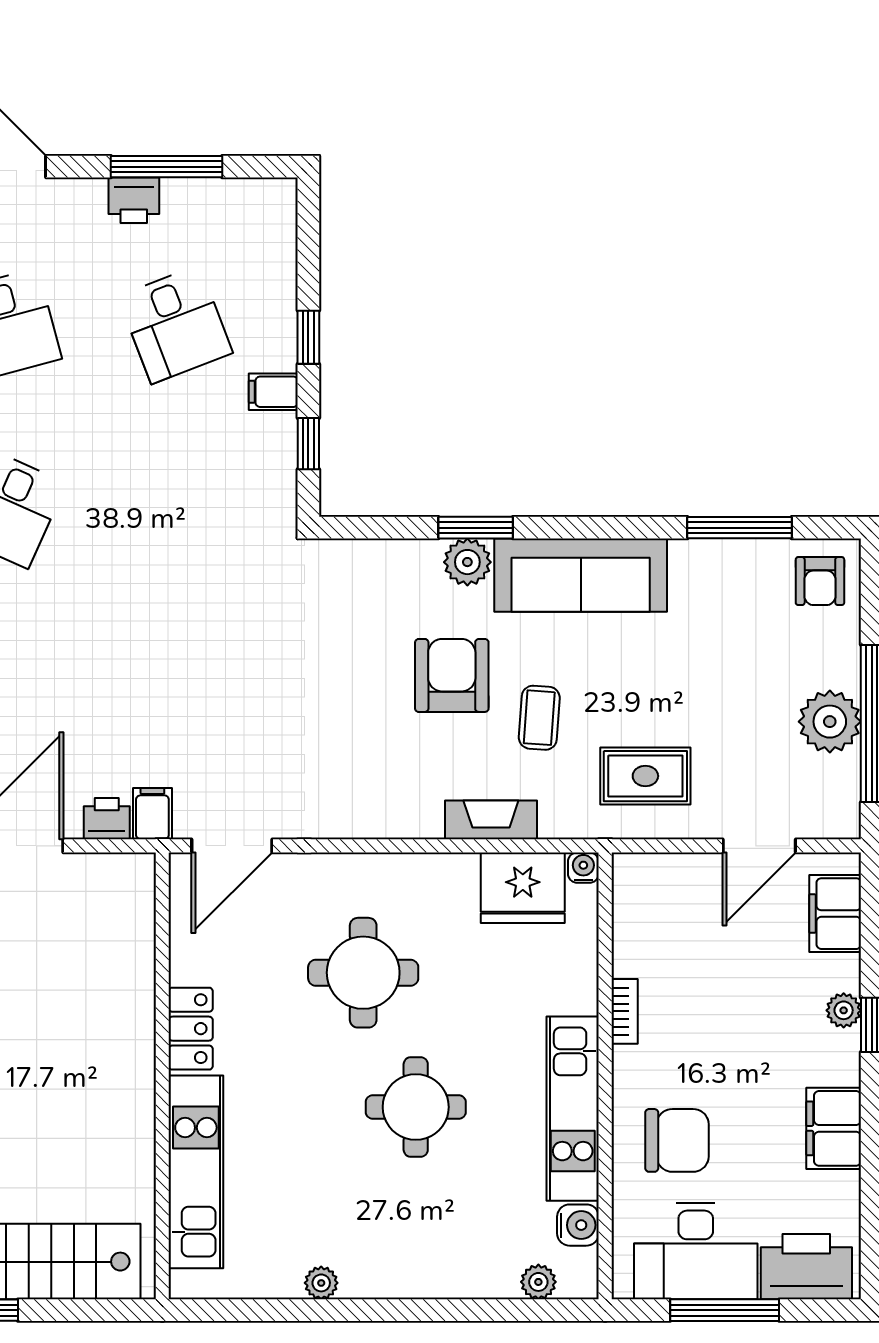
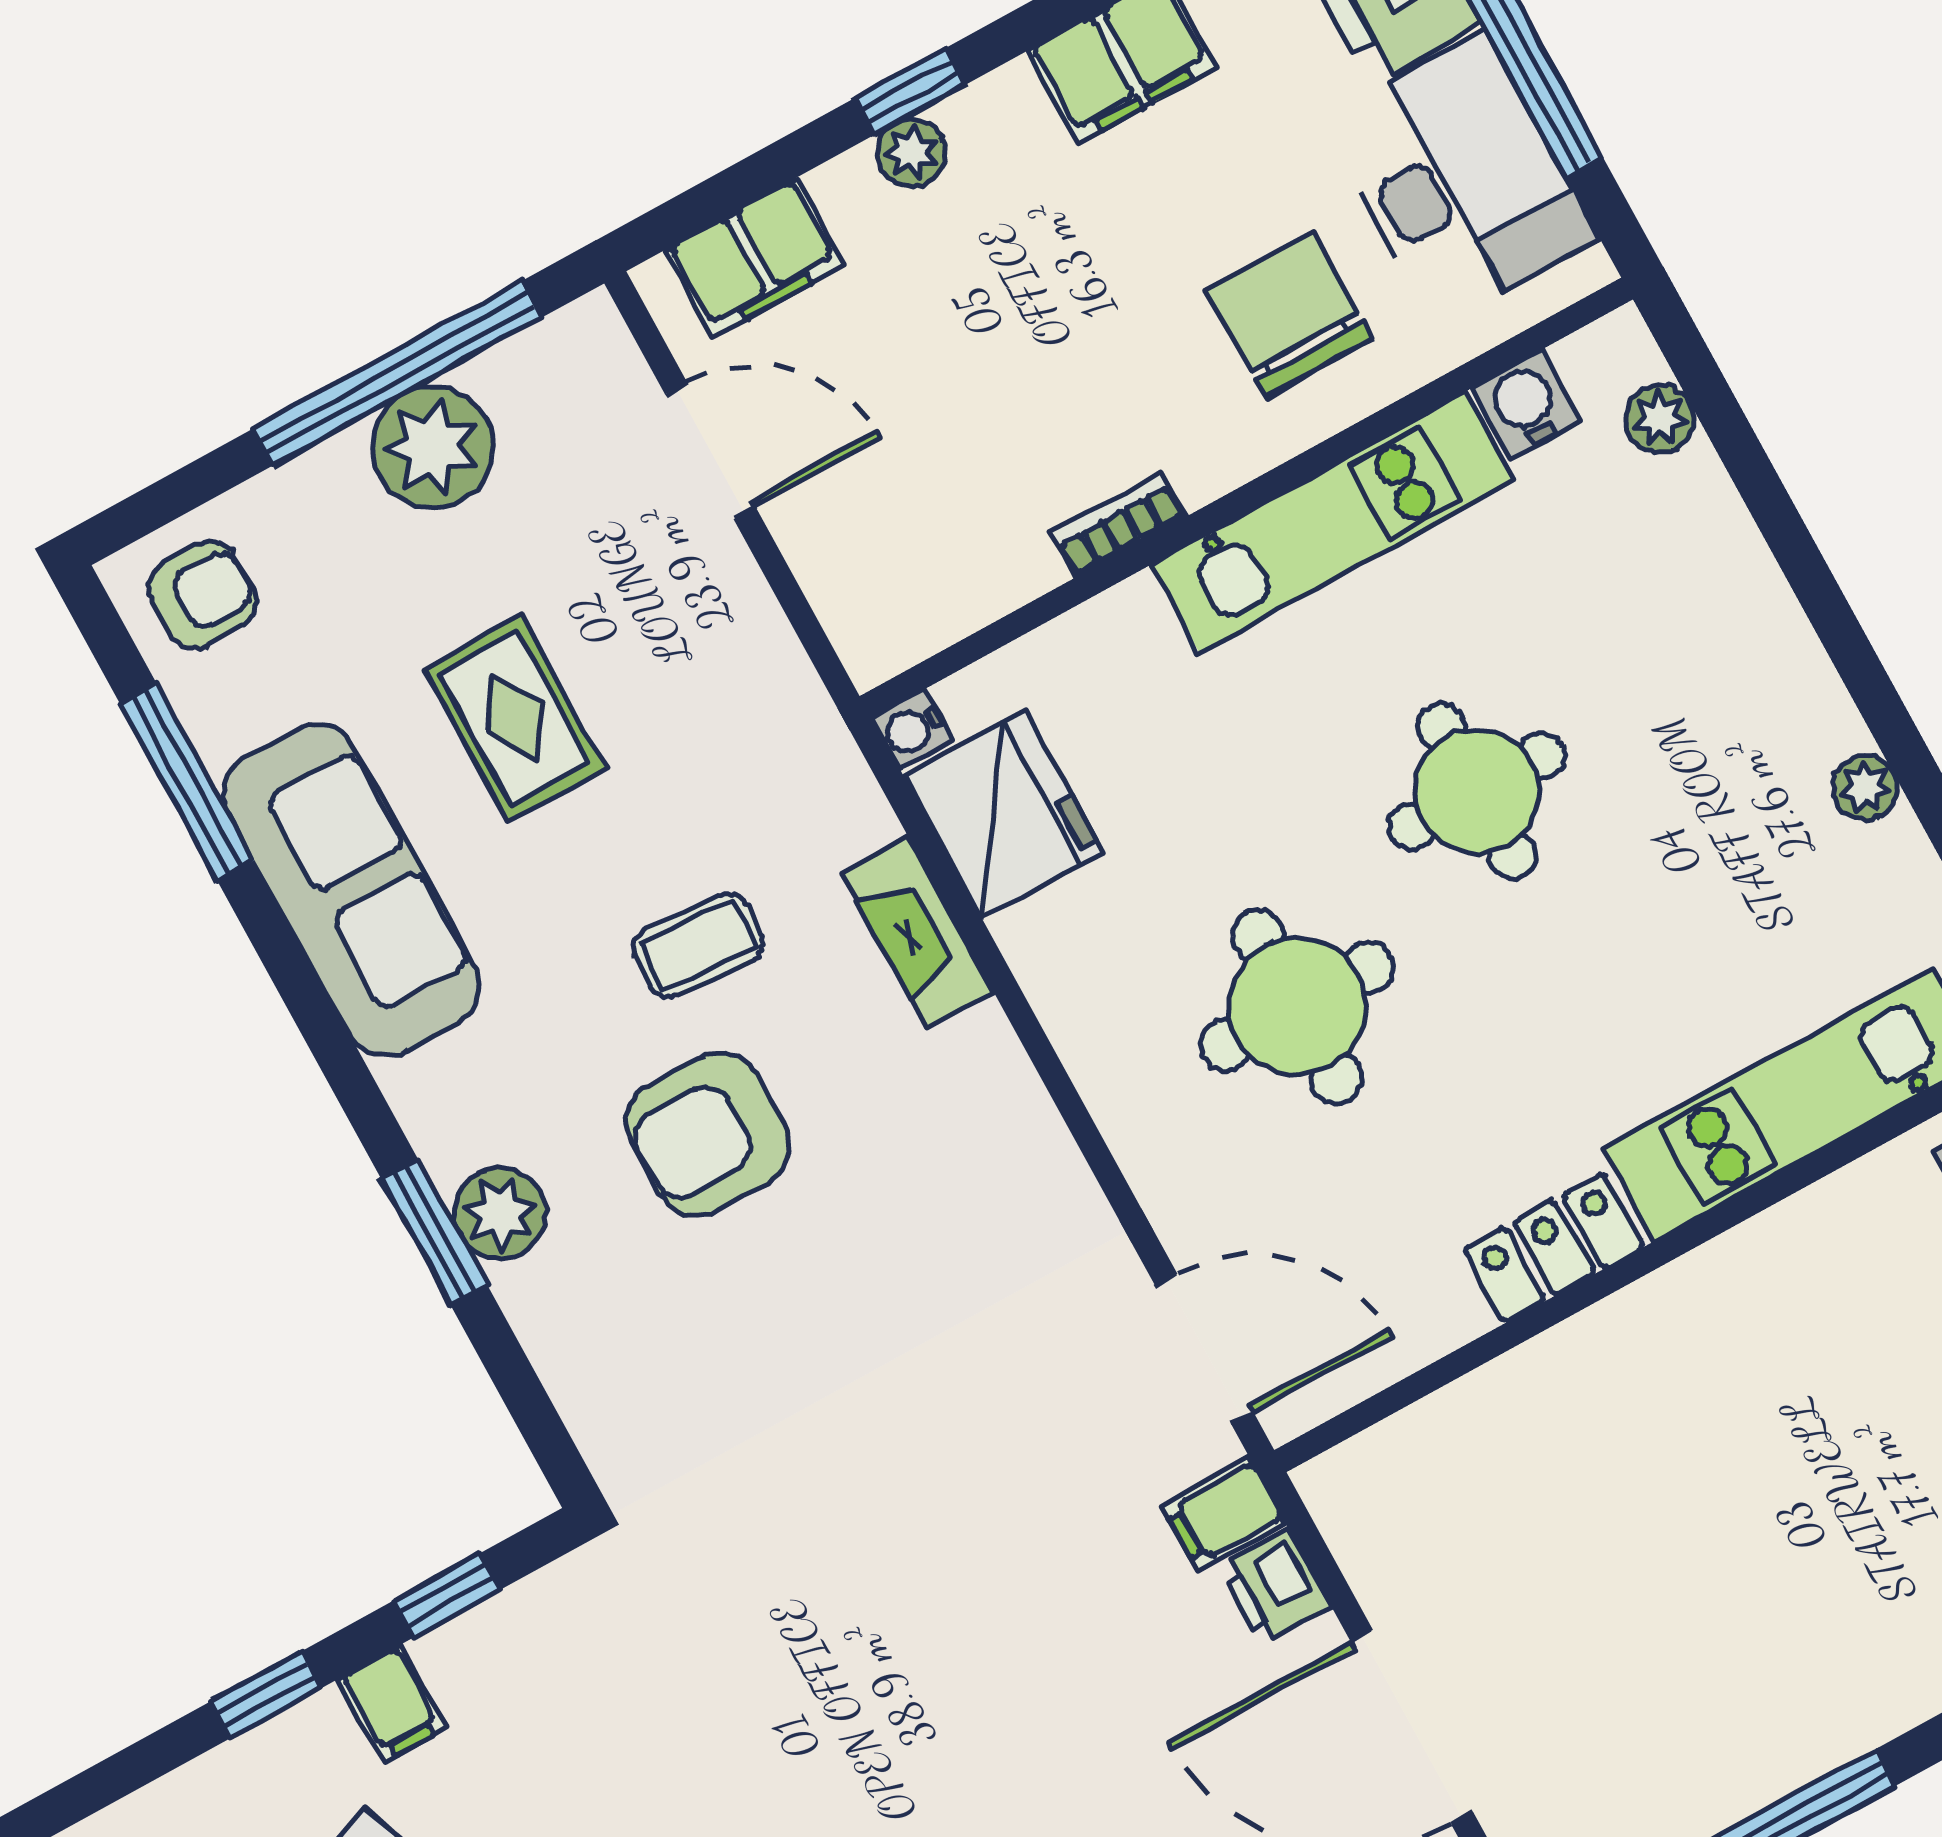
sofa: (581, 575) -> (351, 890), moved
rug: (645, 776) -> (515, 718), moved

